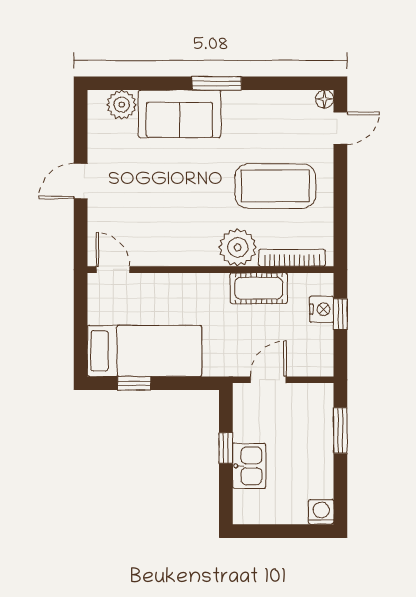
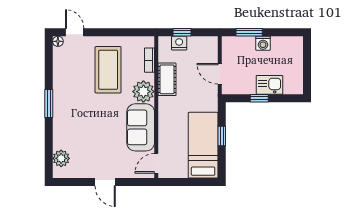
sofa: (180, 114) -> (141, 127), moved, turned 180
bookcase: (292, 258) -> (149, 60), width x0.64
window: (134, 383) -> (222, 136), moved
washing machine: (321, 512) -> (263, 43), moved, turned -90

